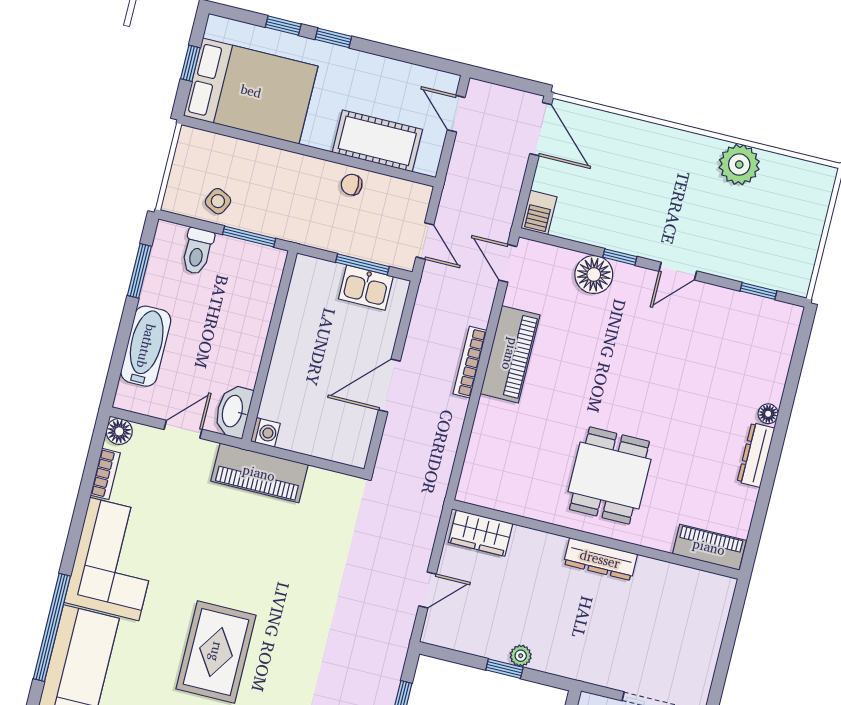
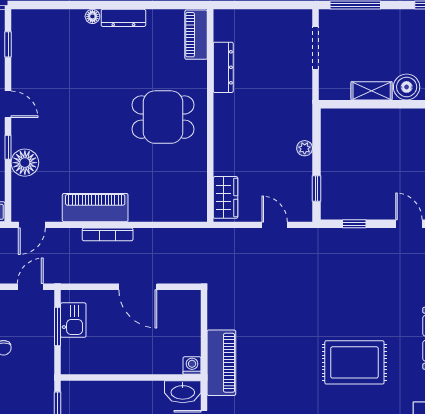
dresser: (600, 559) -> (223, 67), moved
window: (504, 669) -> (316, 188), moved

